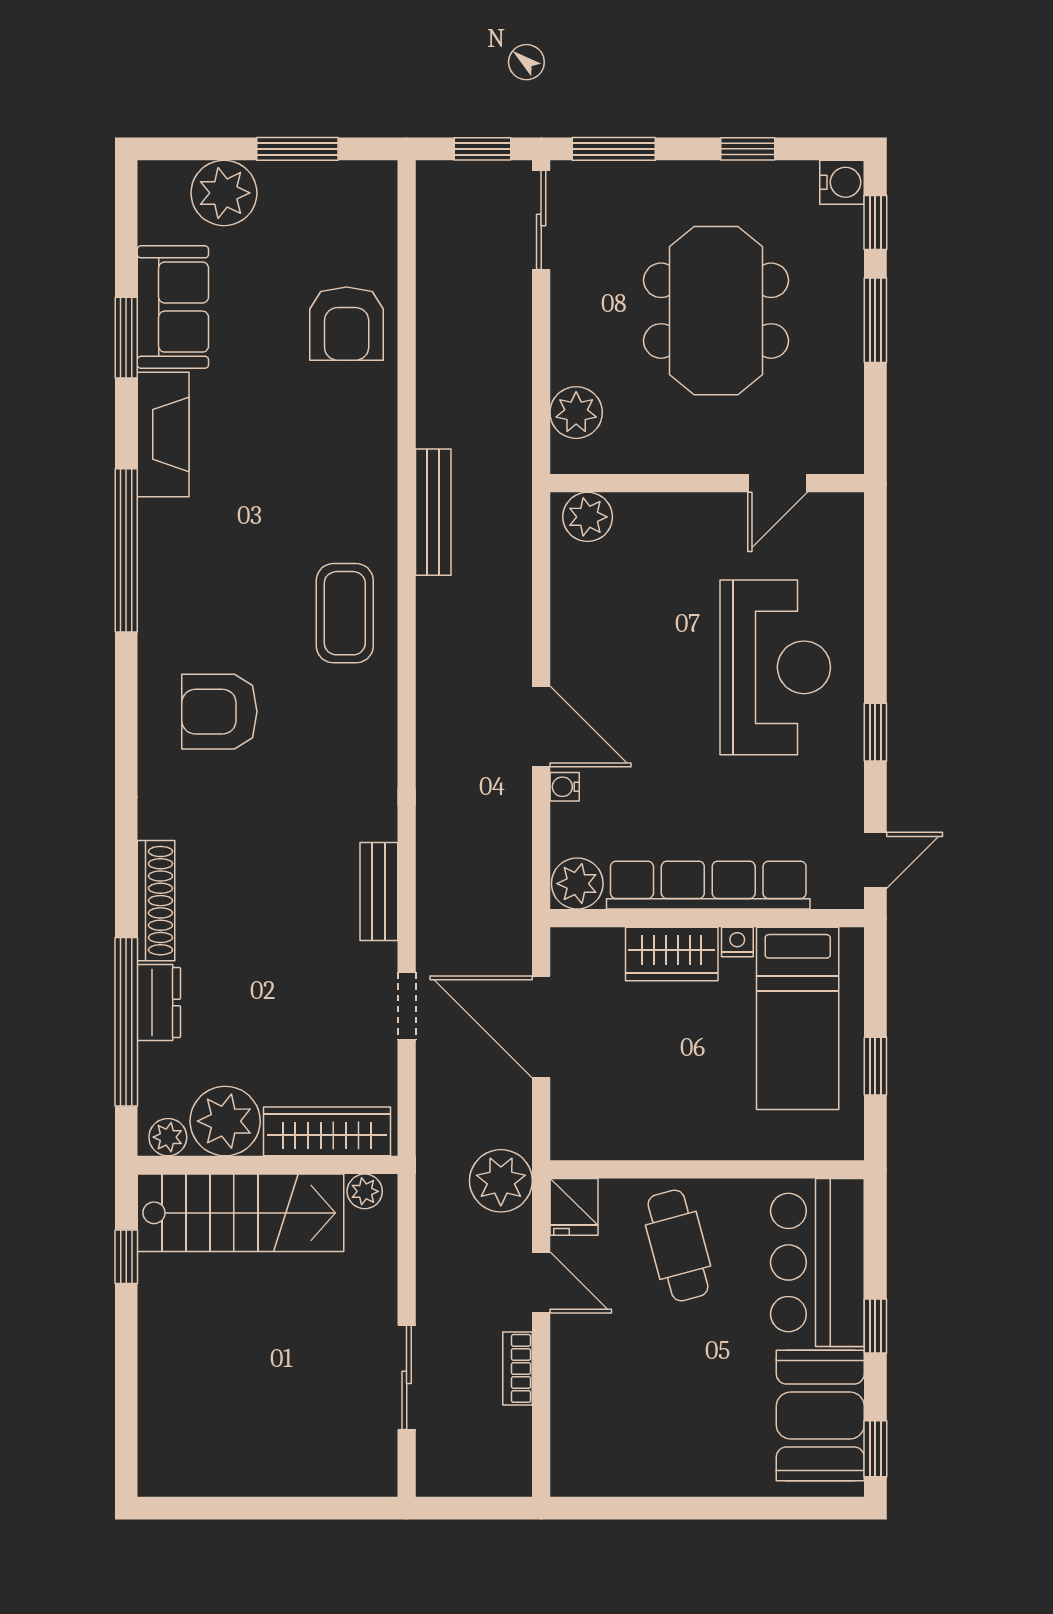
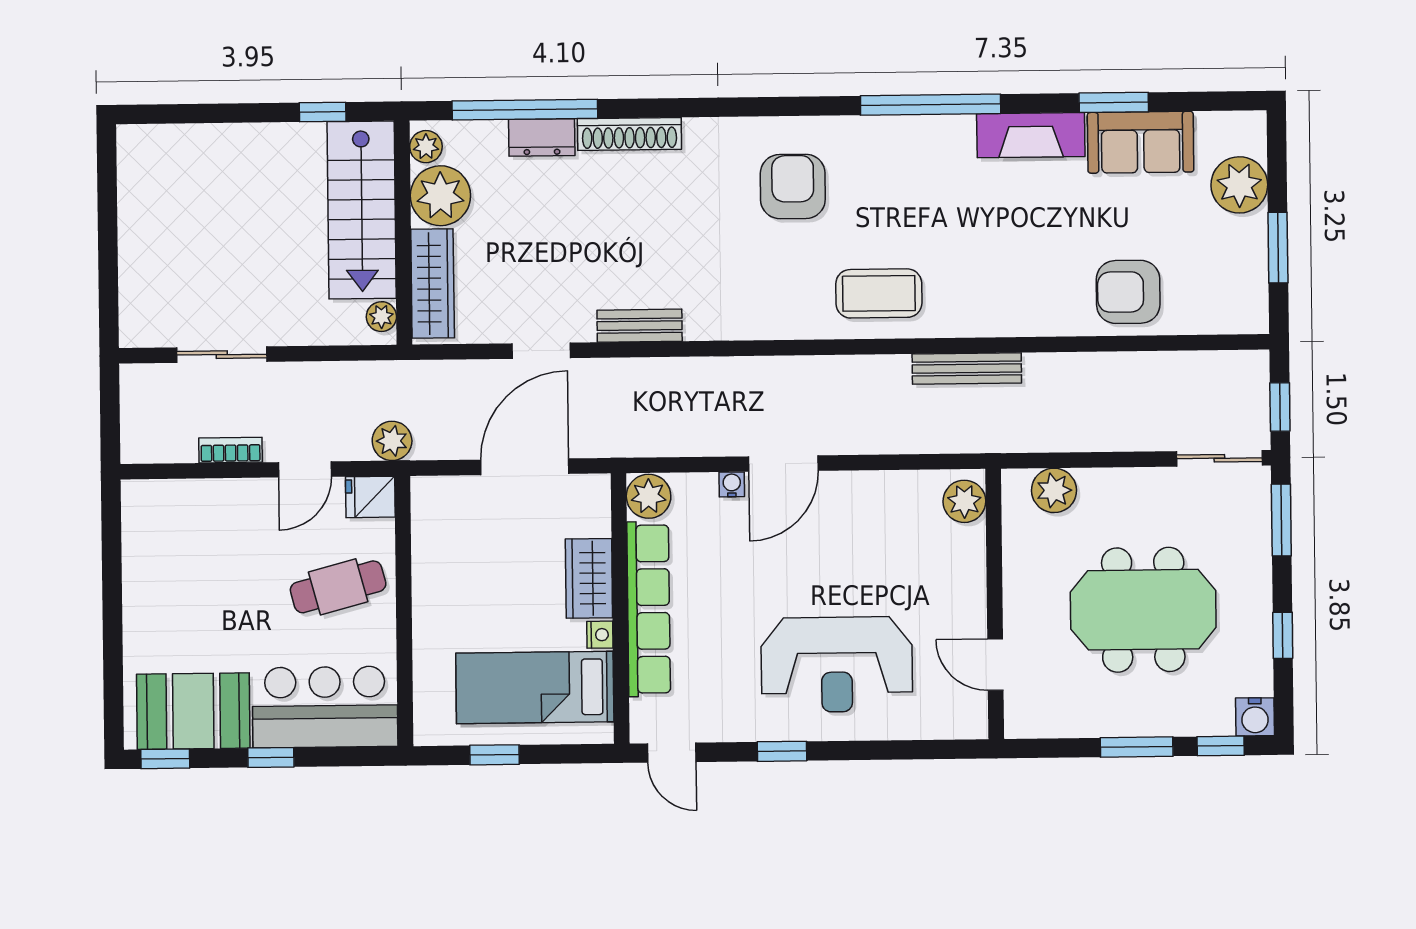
plant: (501, 1181) -> (392, 441), width x0.73, depth x0.73

